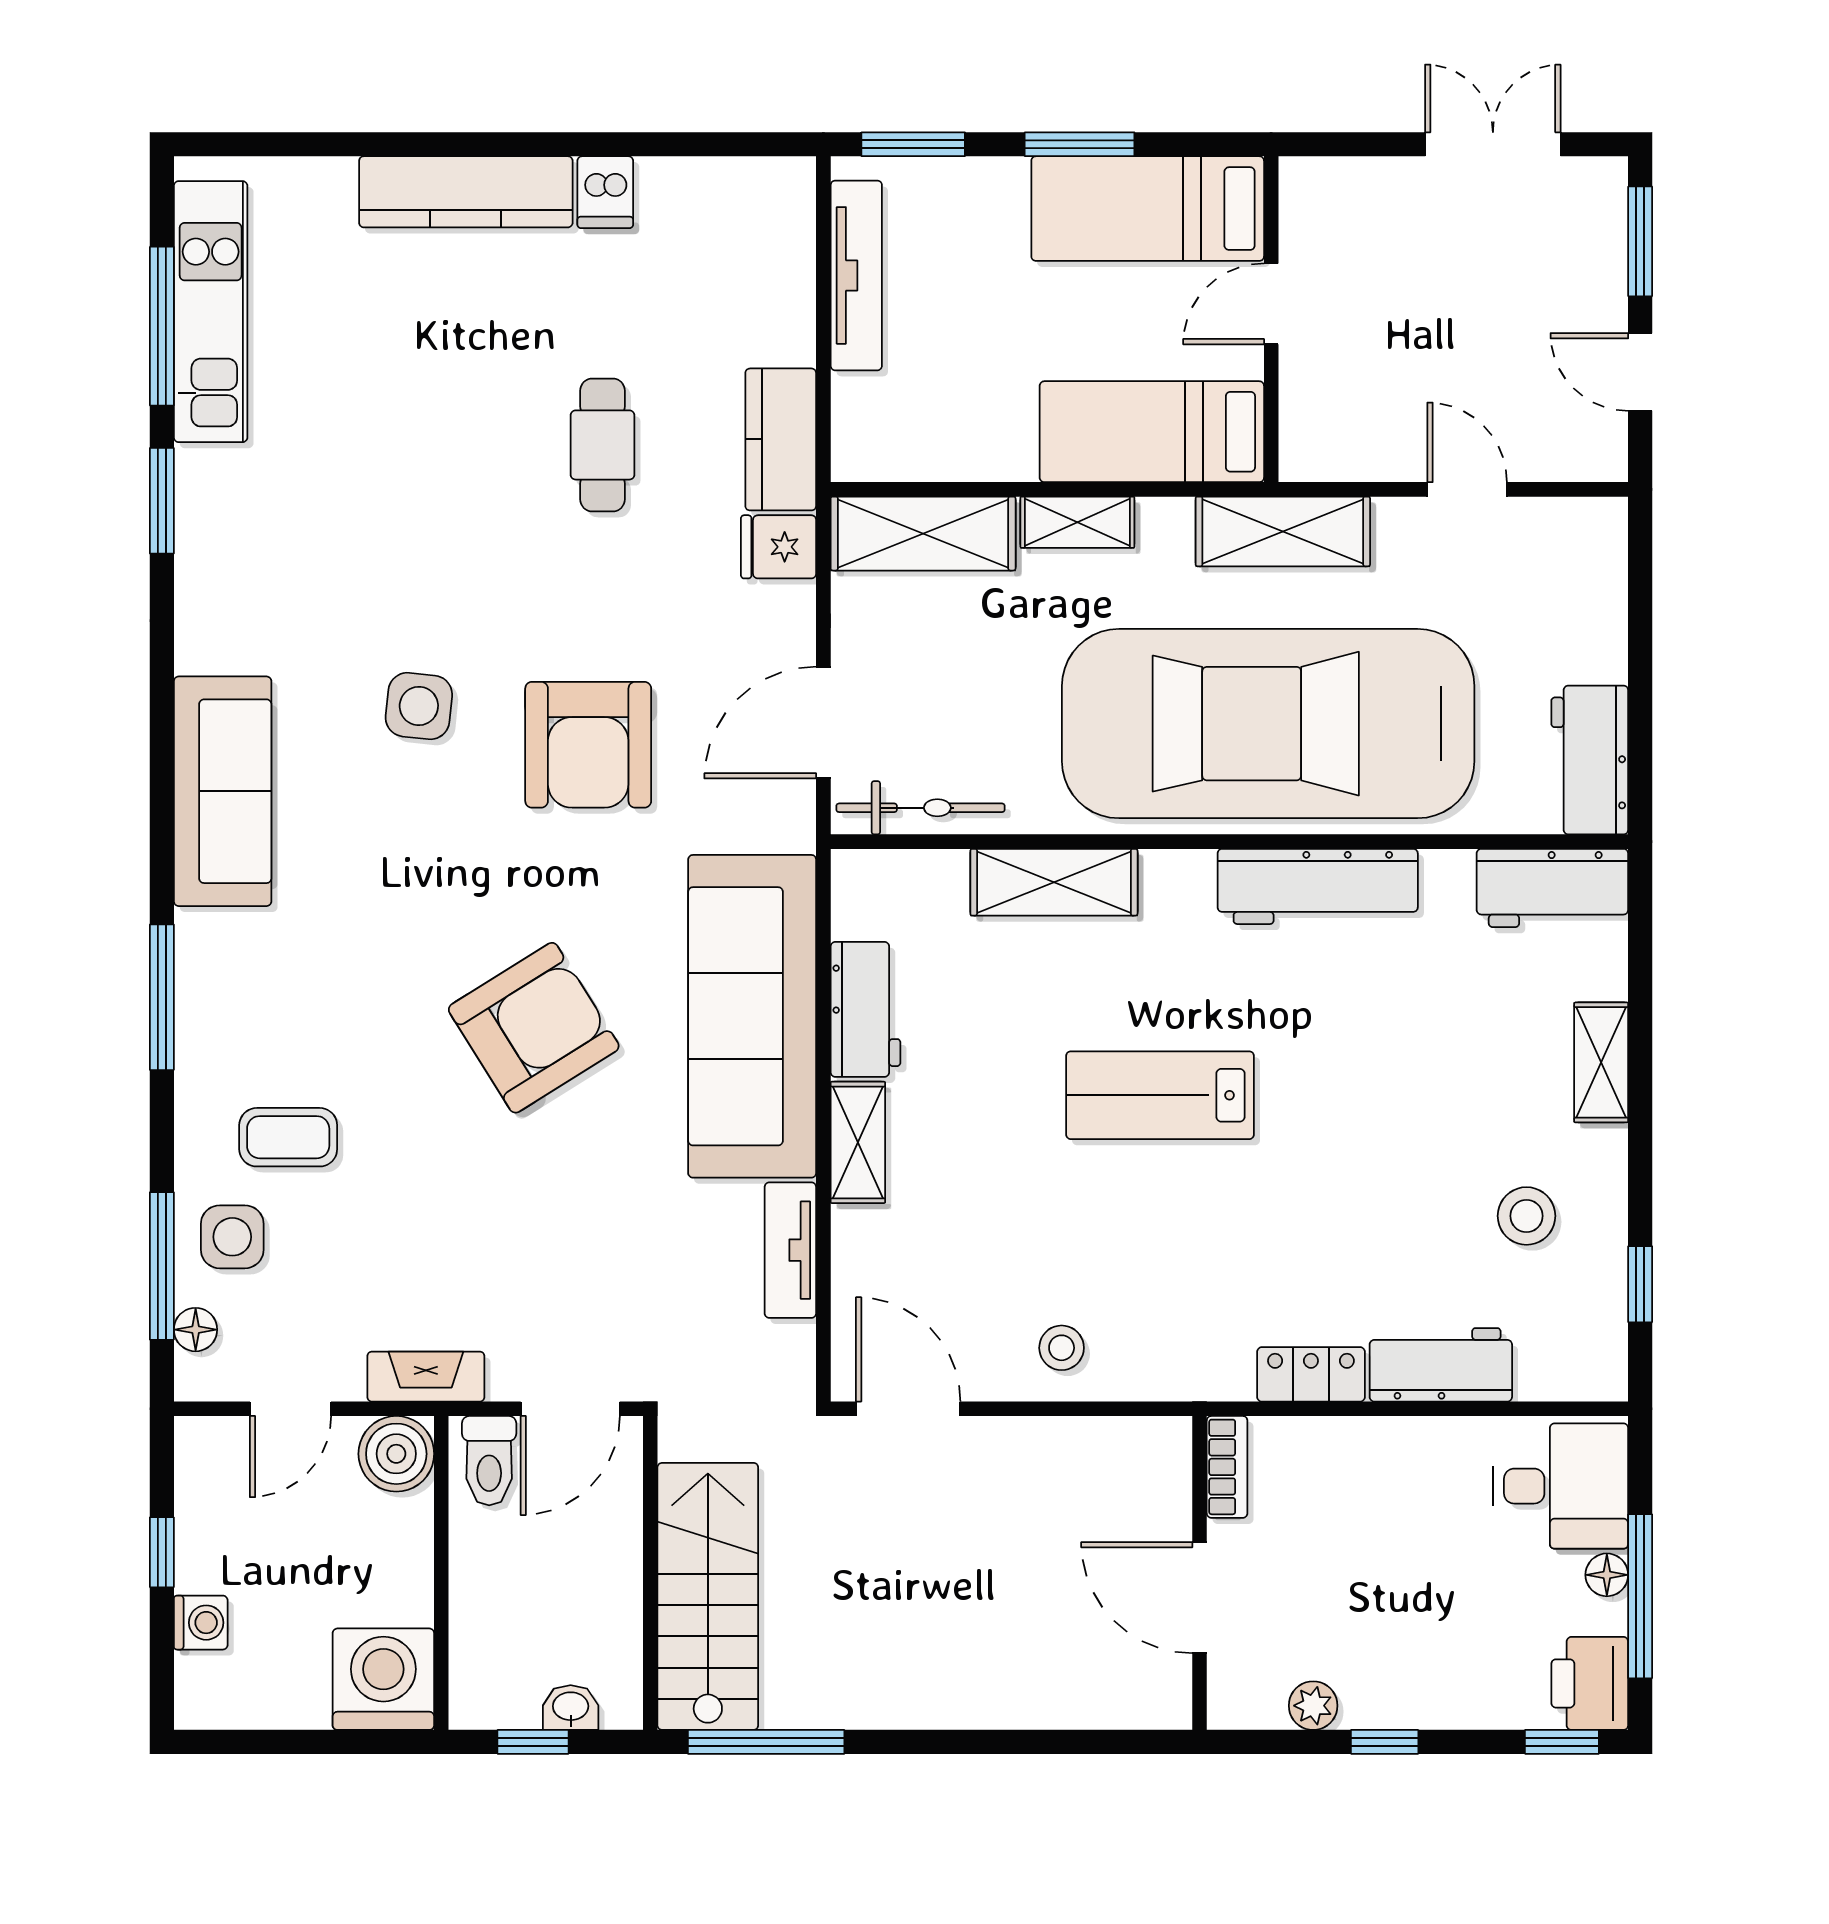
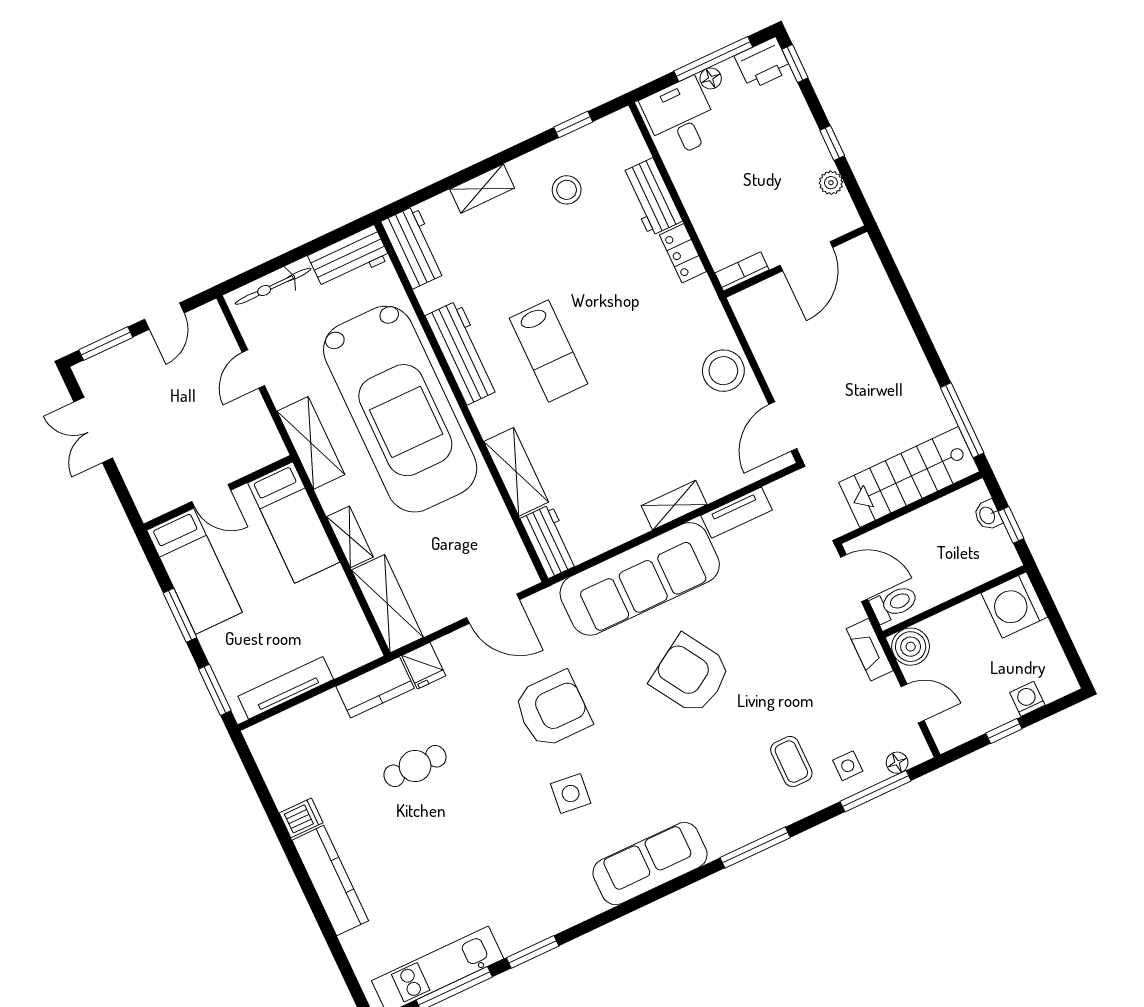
bicycle: (921, 808) -> (273, 286), moved, turned -90
workbench: (865, 1009) -> (550, 541), moved, turned 90
lab bench: (1160, 1095) -> (548, 351), moved
side table: (232, 1237) -> (848, 766), width x0.73, depth x0.73
stool: (1062, 1348) -> (723, 371), width x1.89, depth x1.89

